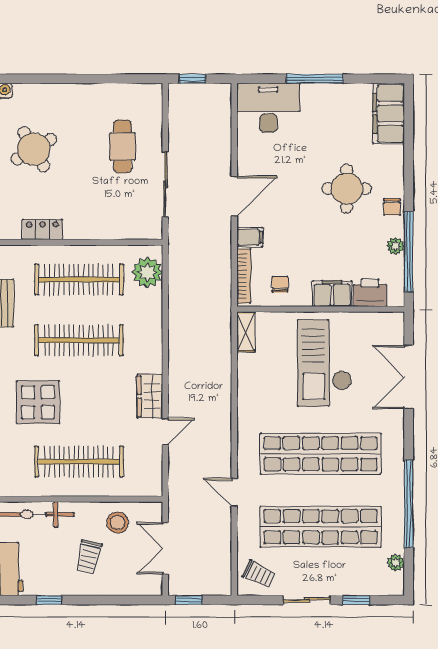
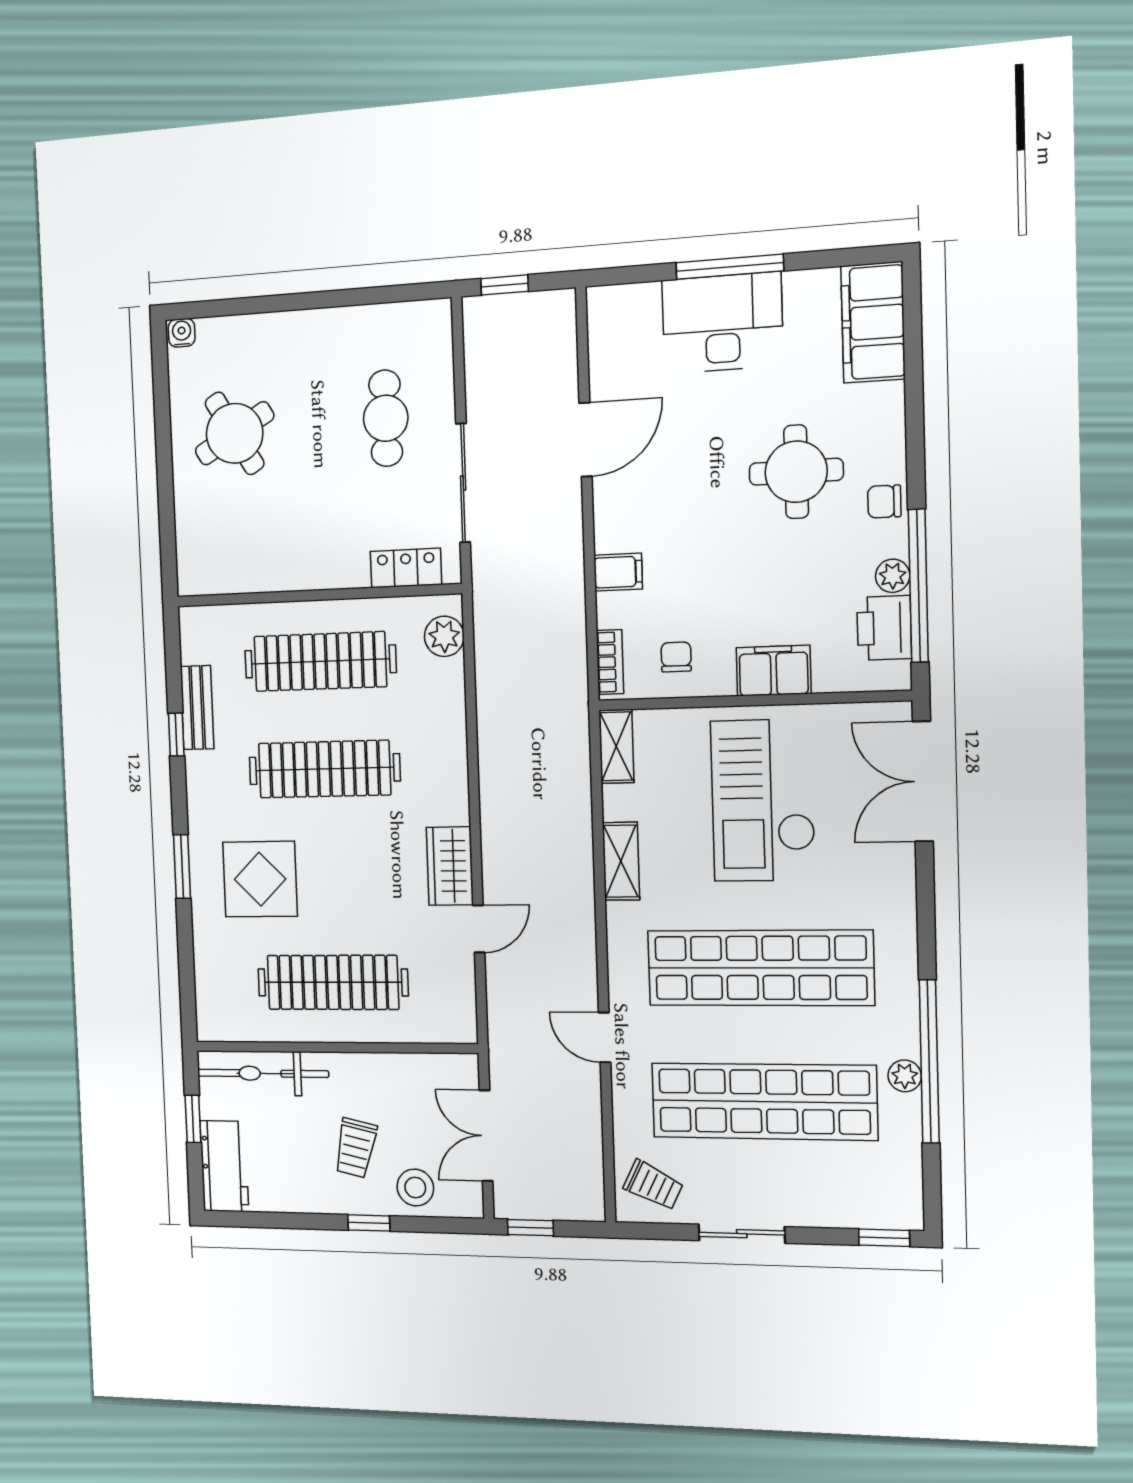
desk: (268, 108) -> (722, 323), moved
door: (234, 196) -> (586, 440), moved
chair: (392, 207) -> (884, 502), turned 90
locker: (42, 230) -> (406, 568), moved
plant: (147, 272) -> (444, 636), width x0.73, depth x0.73
bookcase: (244, 276) -> (610, 662), width x0.64
printer: (370, 293) -> (884, 628), moved, turned -90
double door: (409, 377) -> (923, 781), moved
shelving: (246, 395) -> (621, 861), added
stool: (118, 523) -> (415, 1188), moved
plant: (396, 563) -> (905, 1076), moved
window: (49, 600) -> (369, 1223), moved
window: (356, 600) -> (884, 1238), moved

